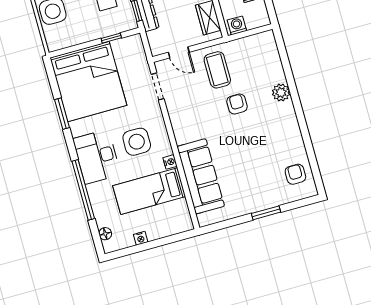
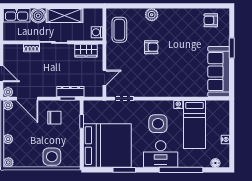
coffee table: (217, 70) -> (119, 30), moved, turned 90
armchair: (237, 104) -> (151, 47), turned 180
sofa: (201, 176) -> (219, 72), moved, turned -90

